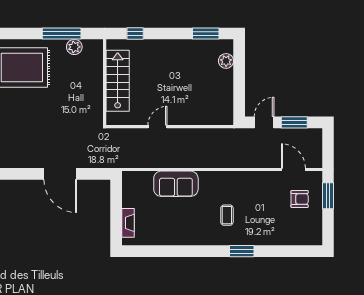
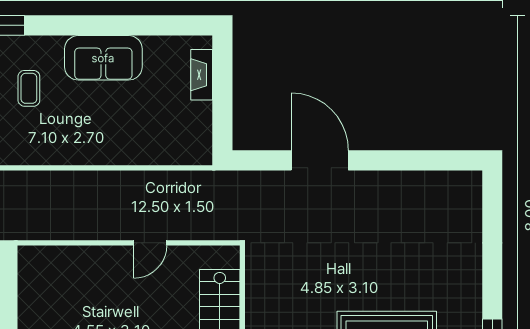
sofa: (176, 184) -> (103, 58), moved, turned 180

